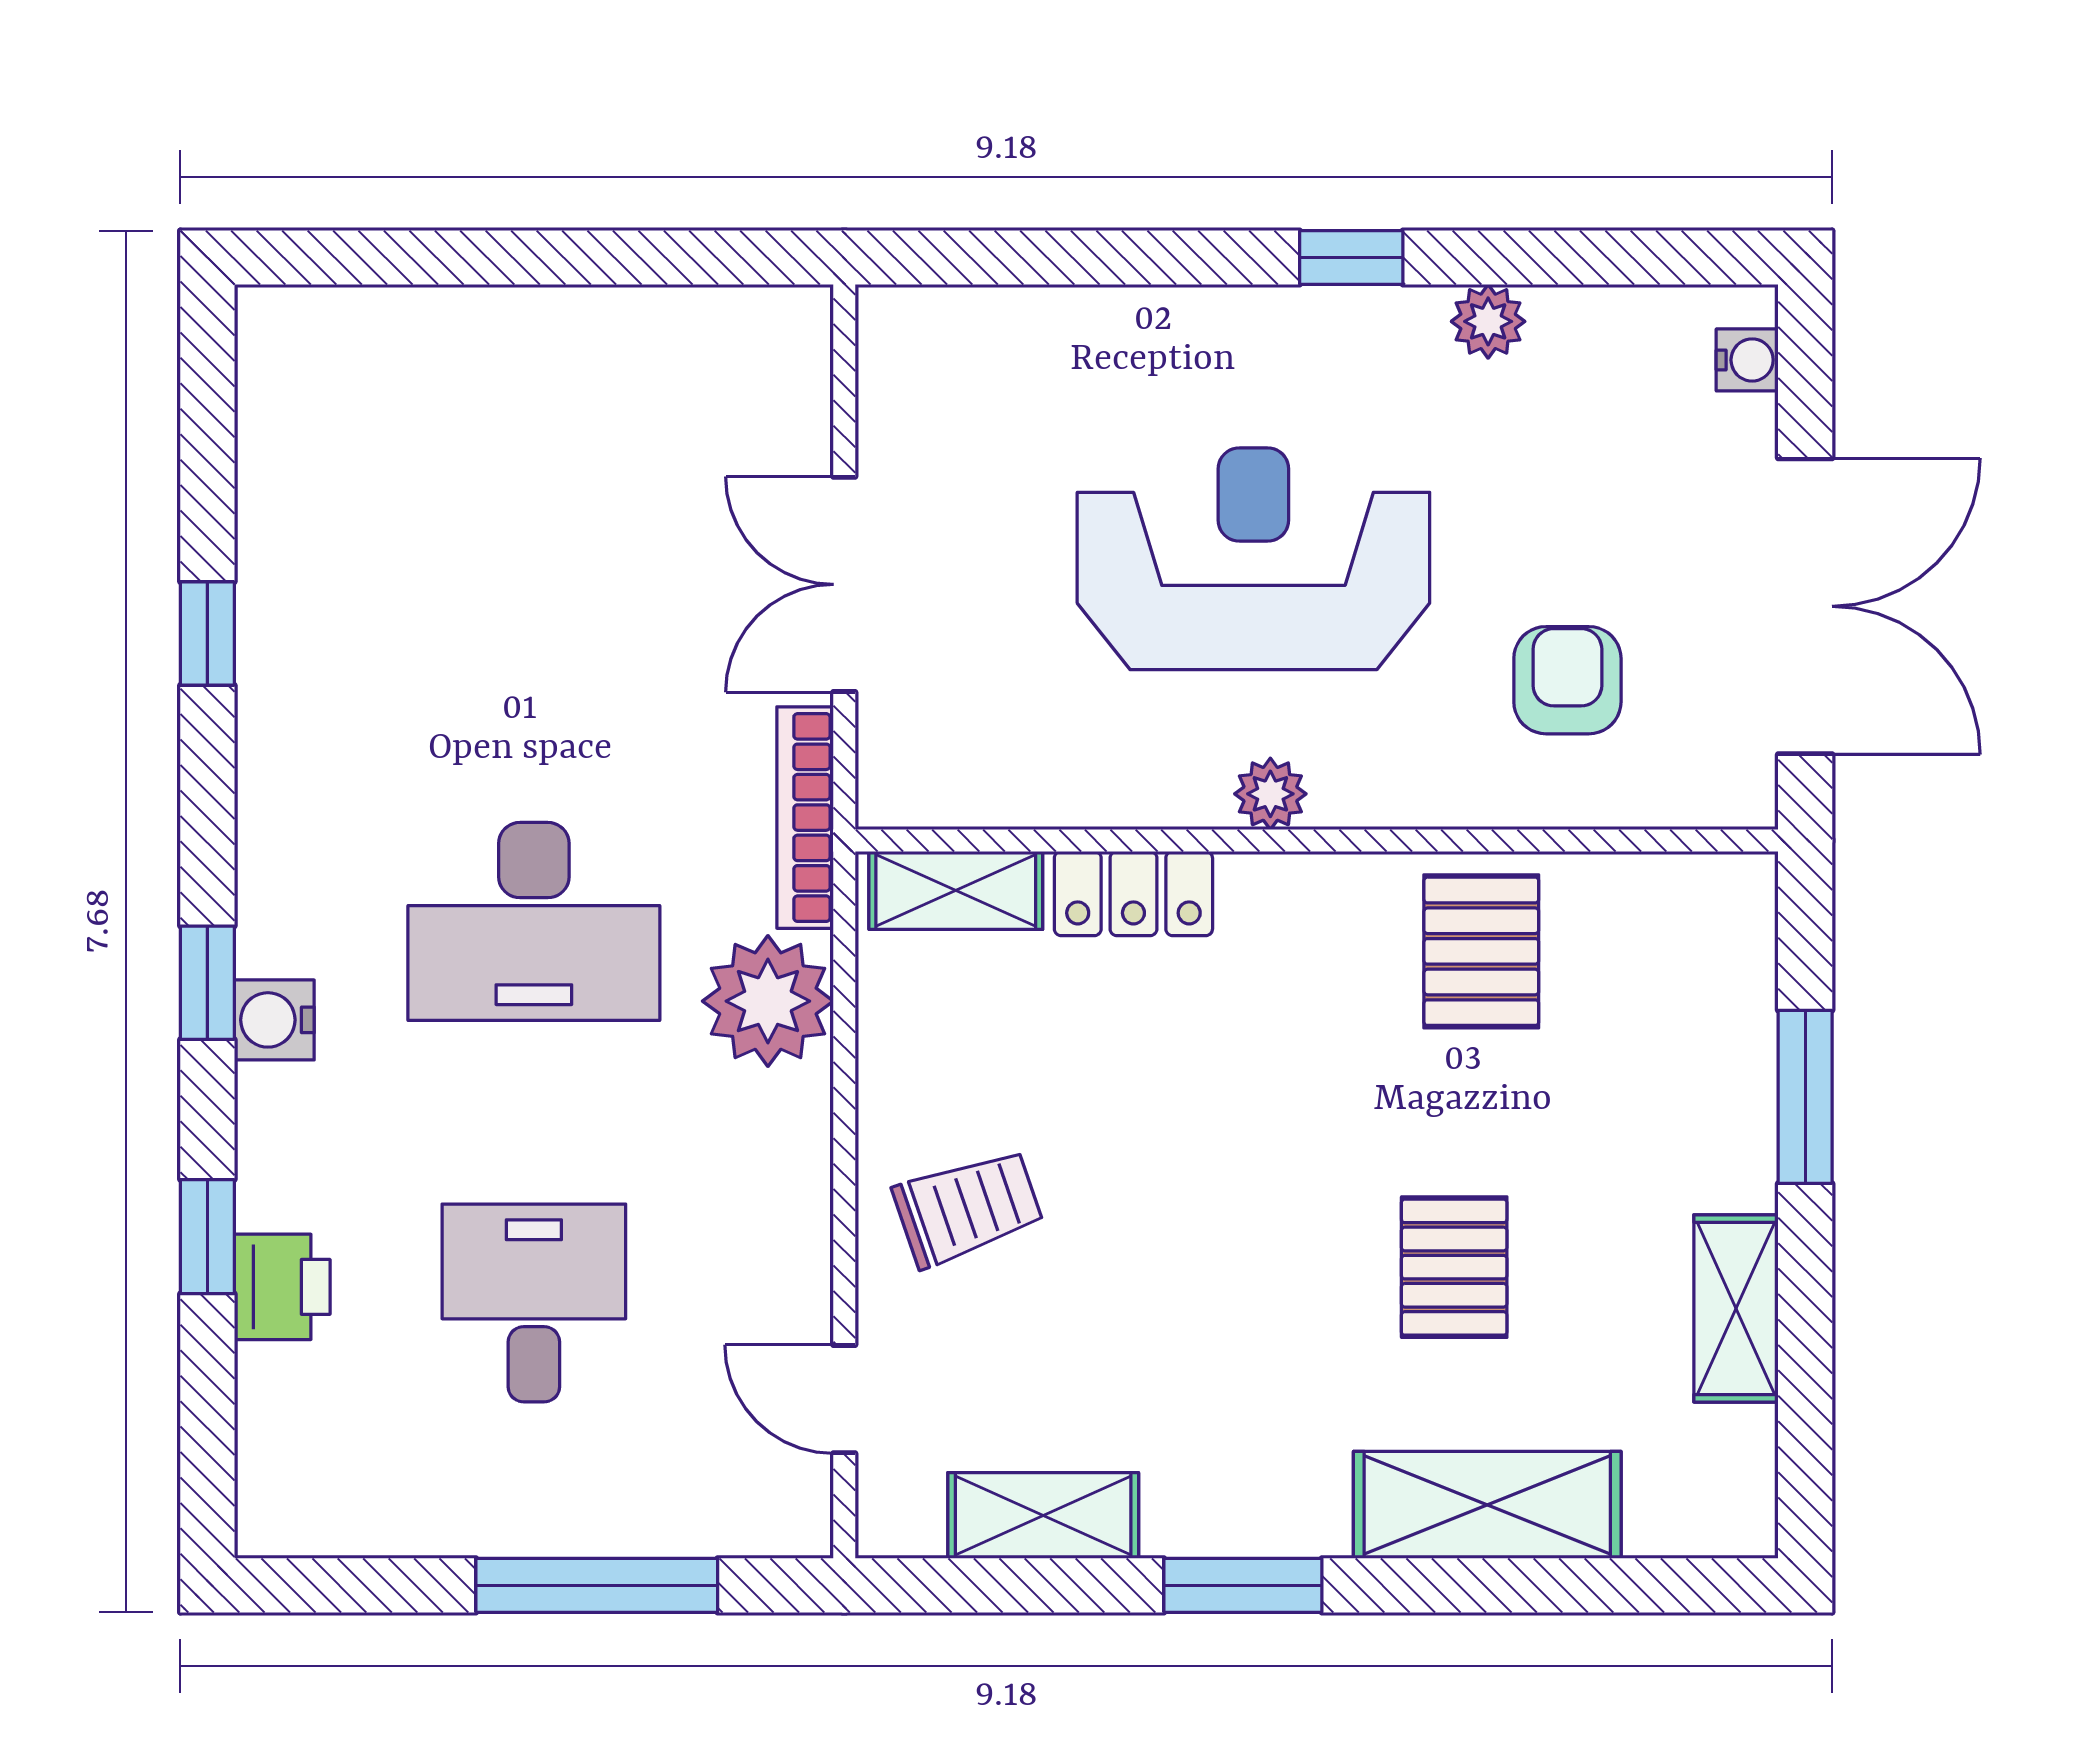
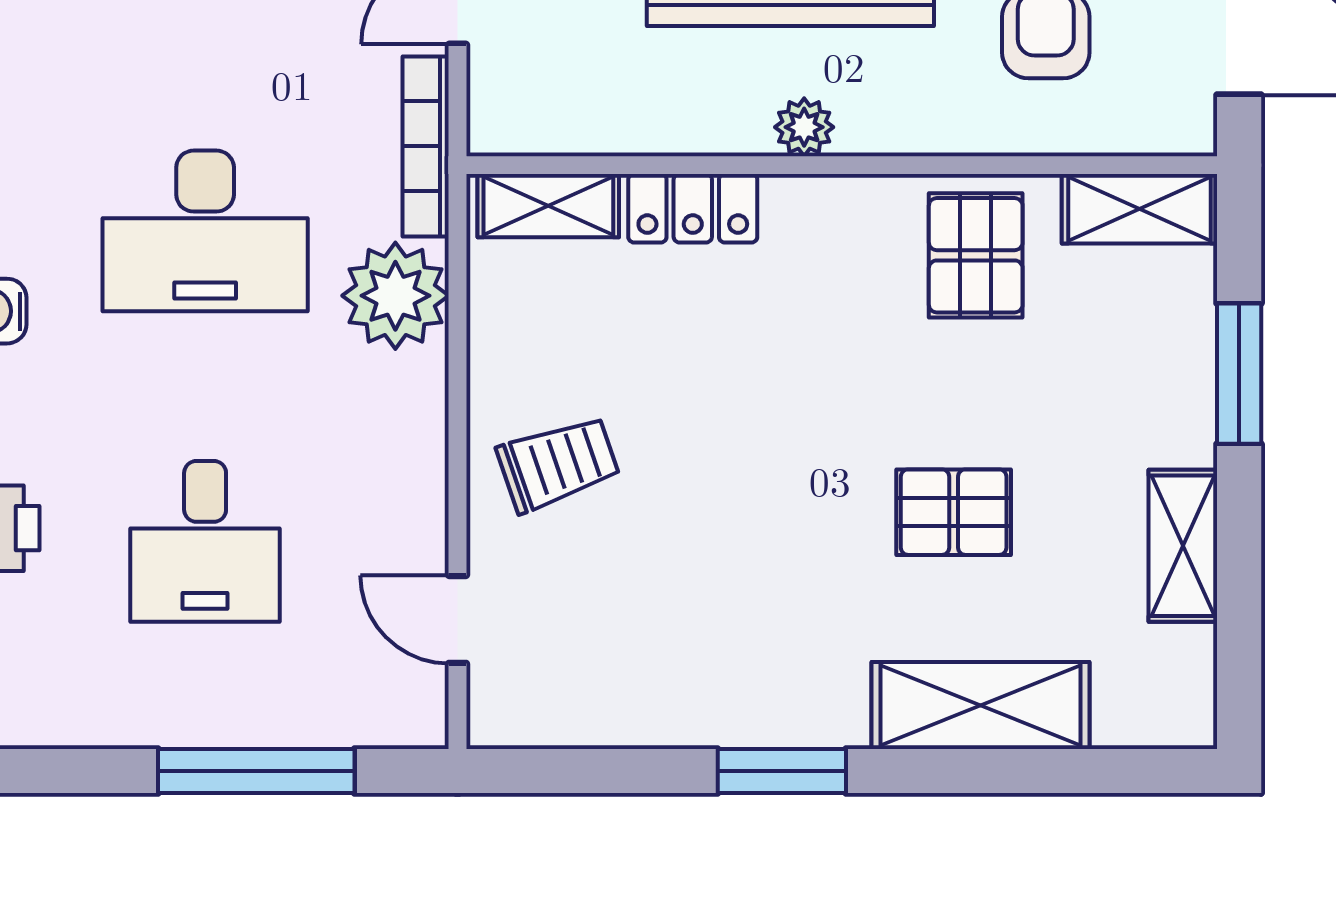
pallet: (1454, 1267) -> (954, 512), turned 90
desk: (534, 1303) -> (205, 541), turned 180
shelving: (1043, 1515) -> (1140, 209), moved

